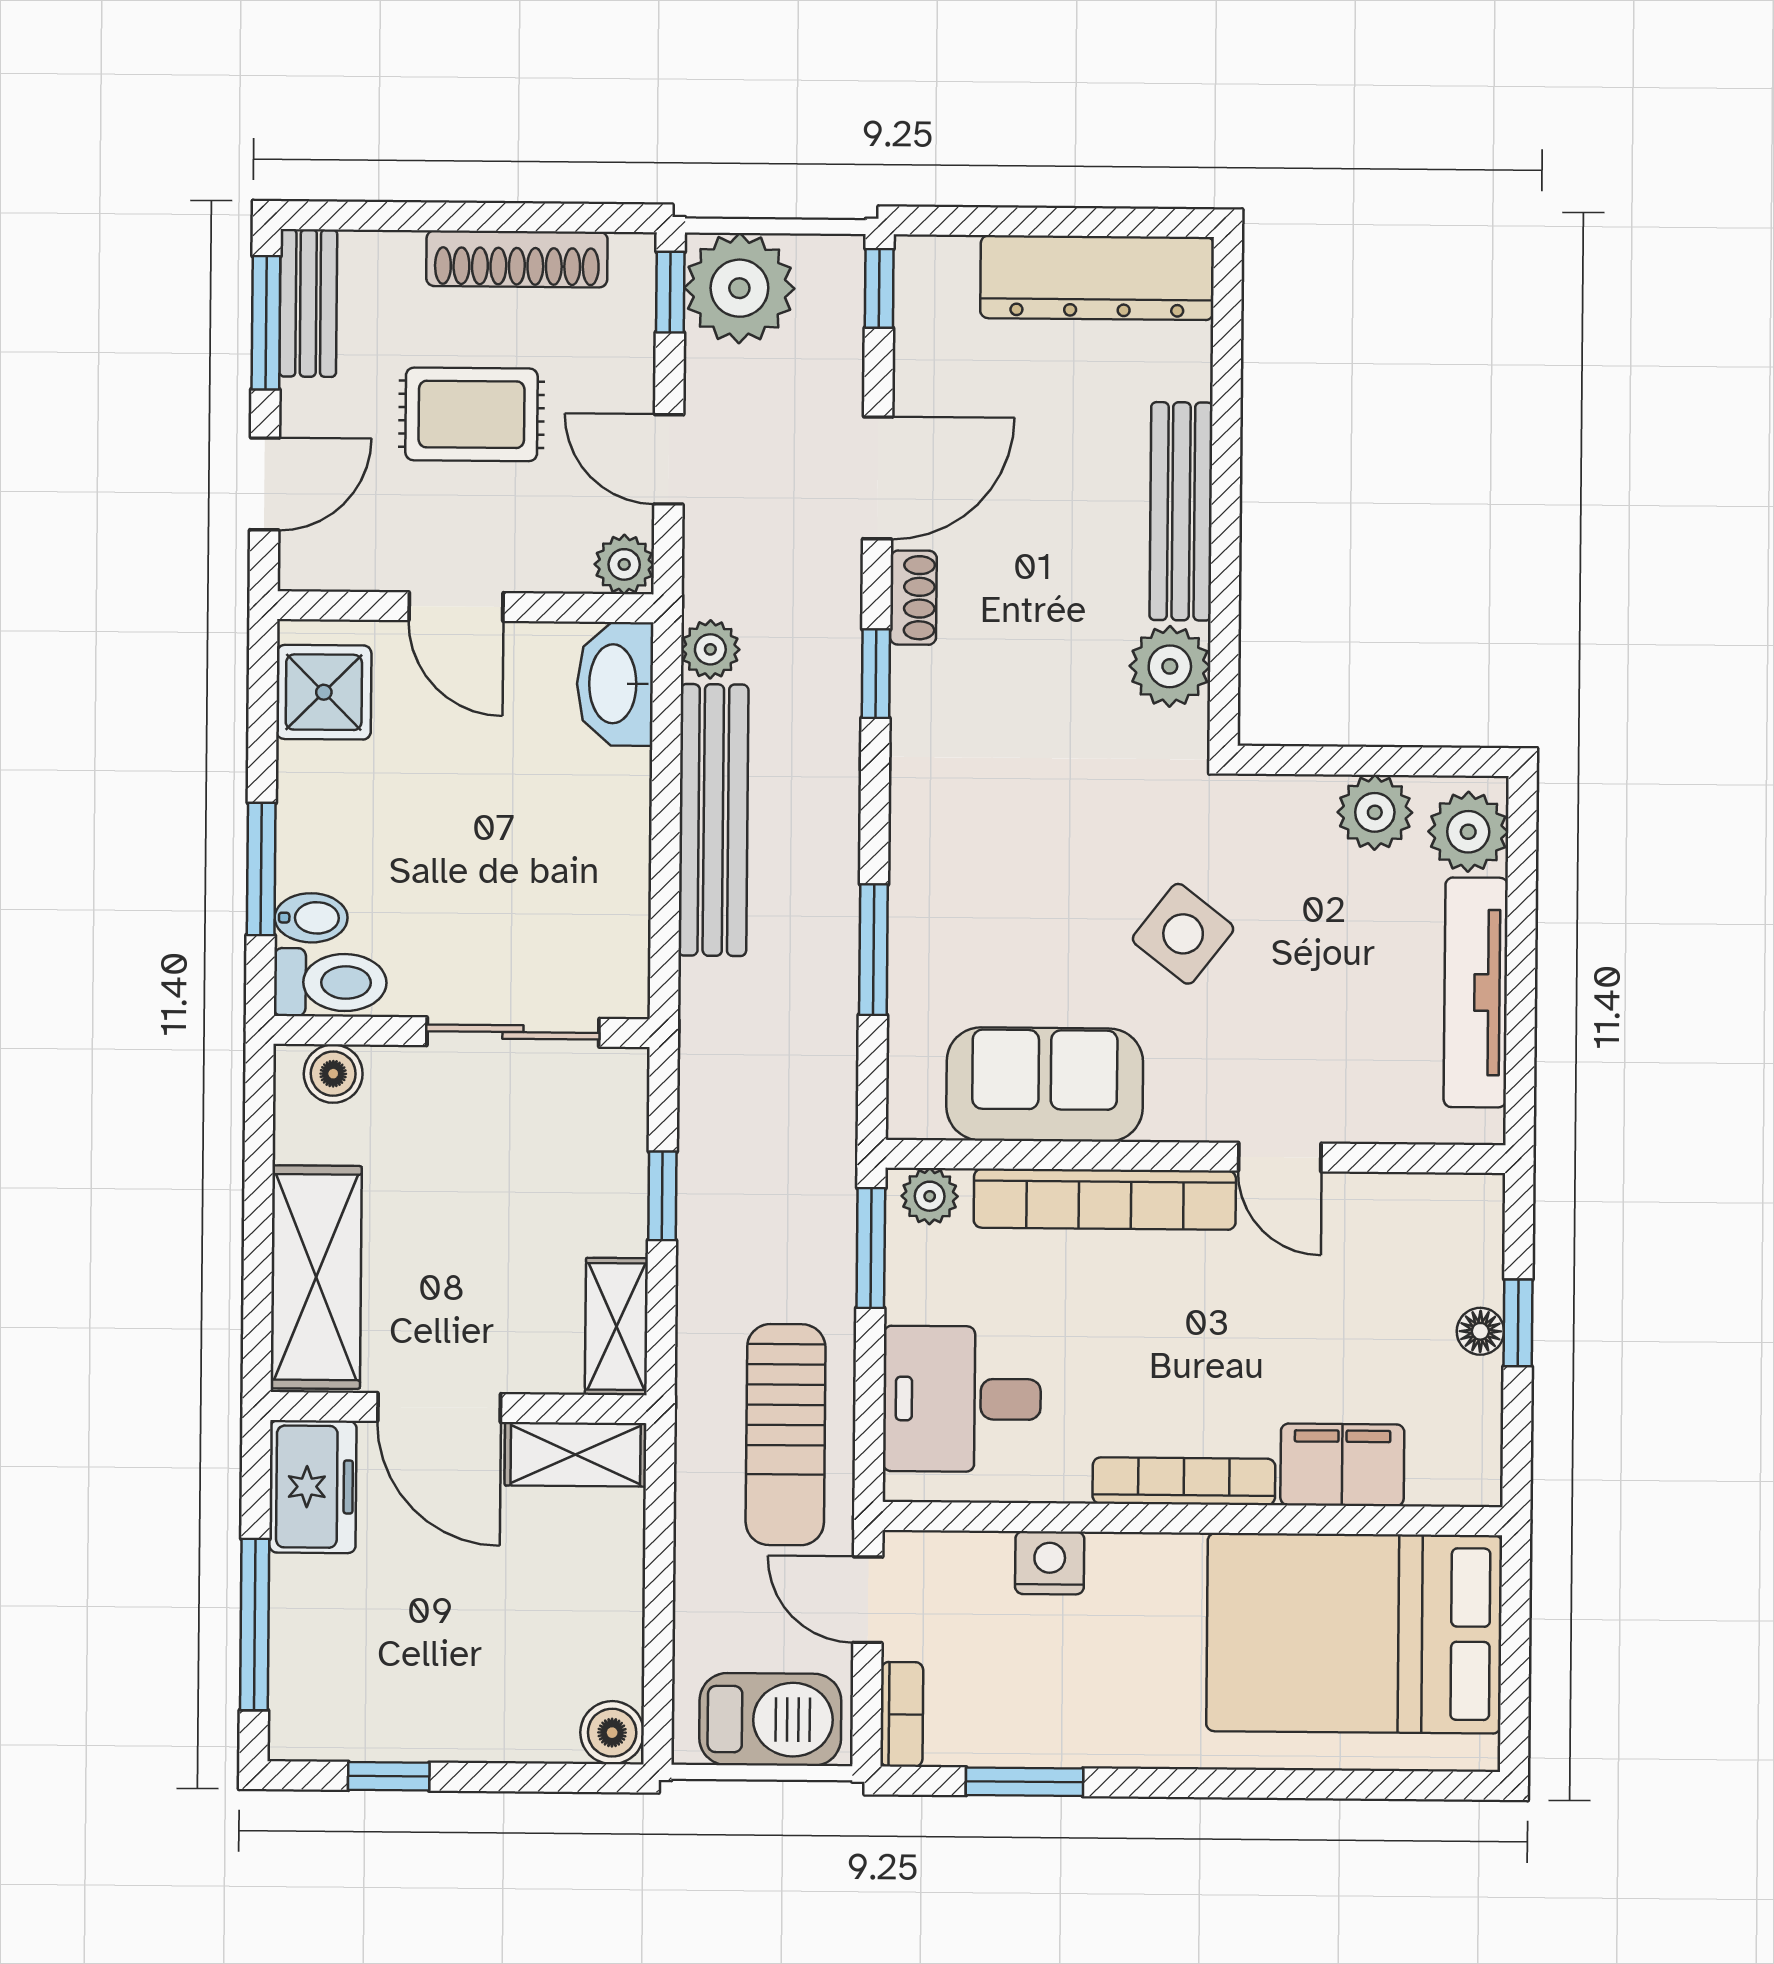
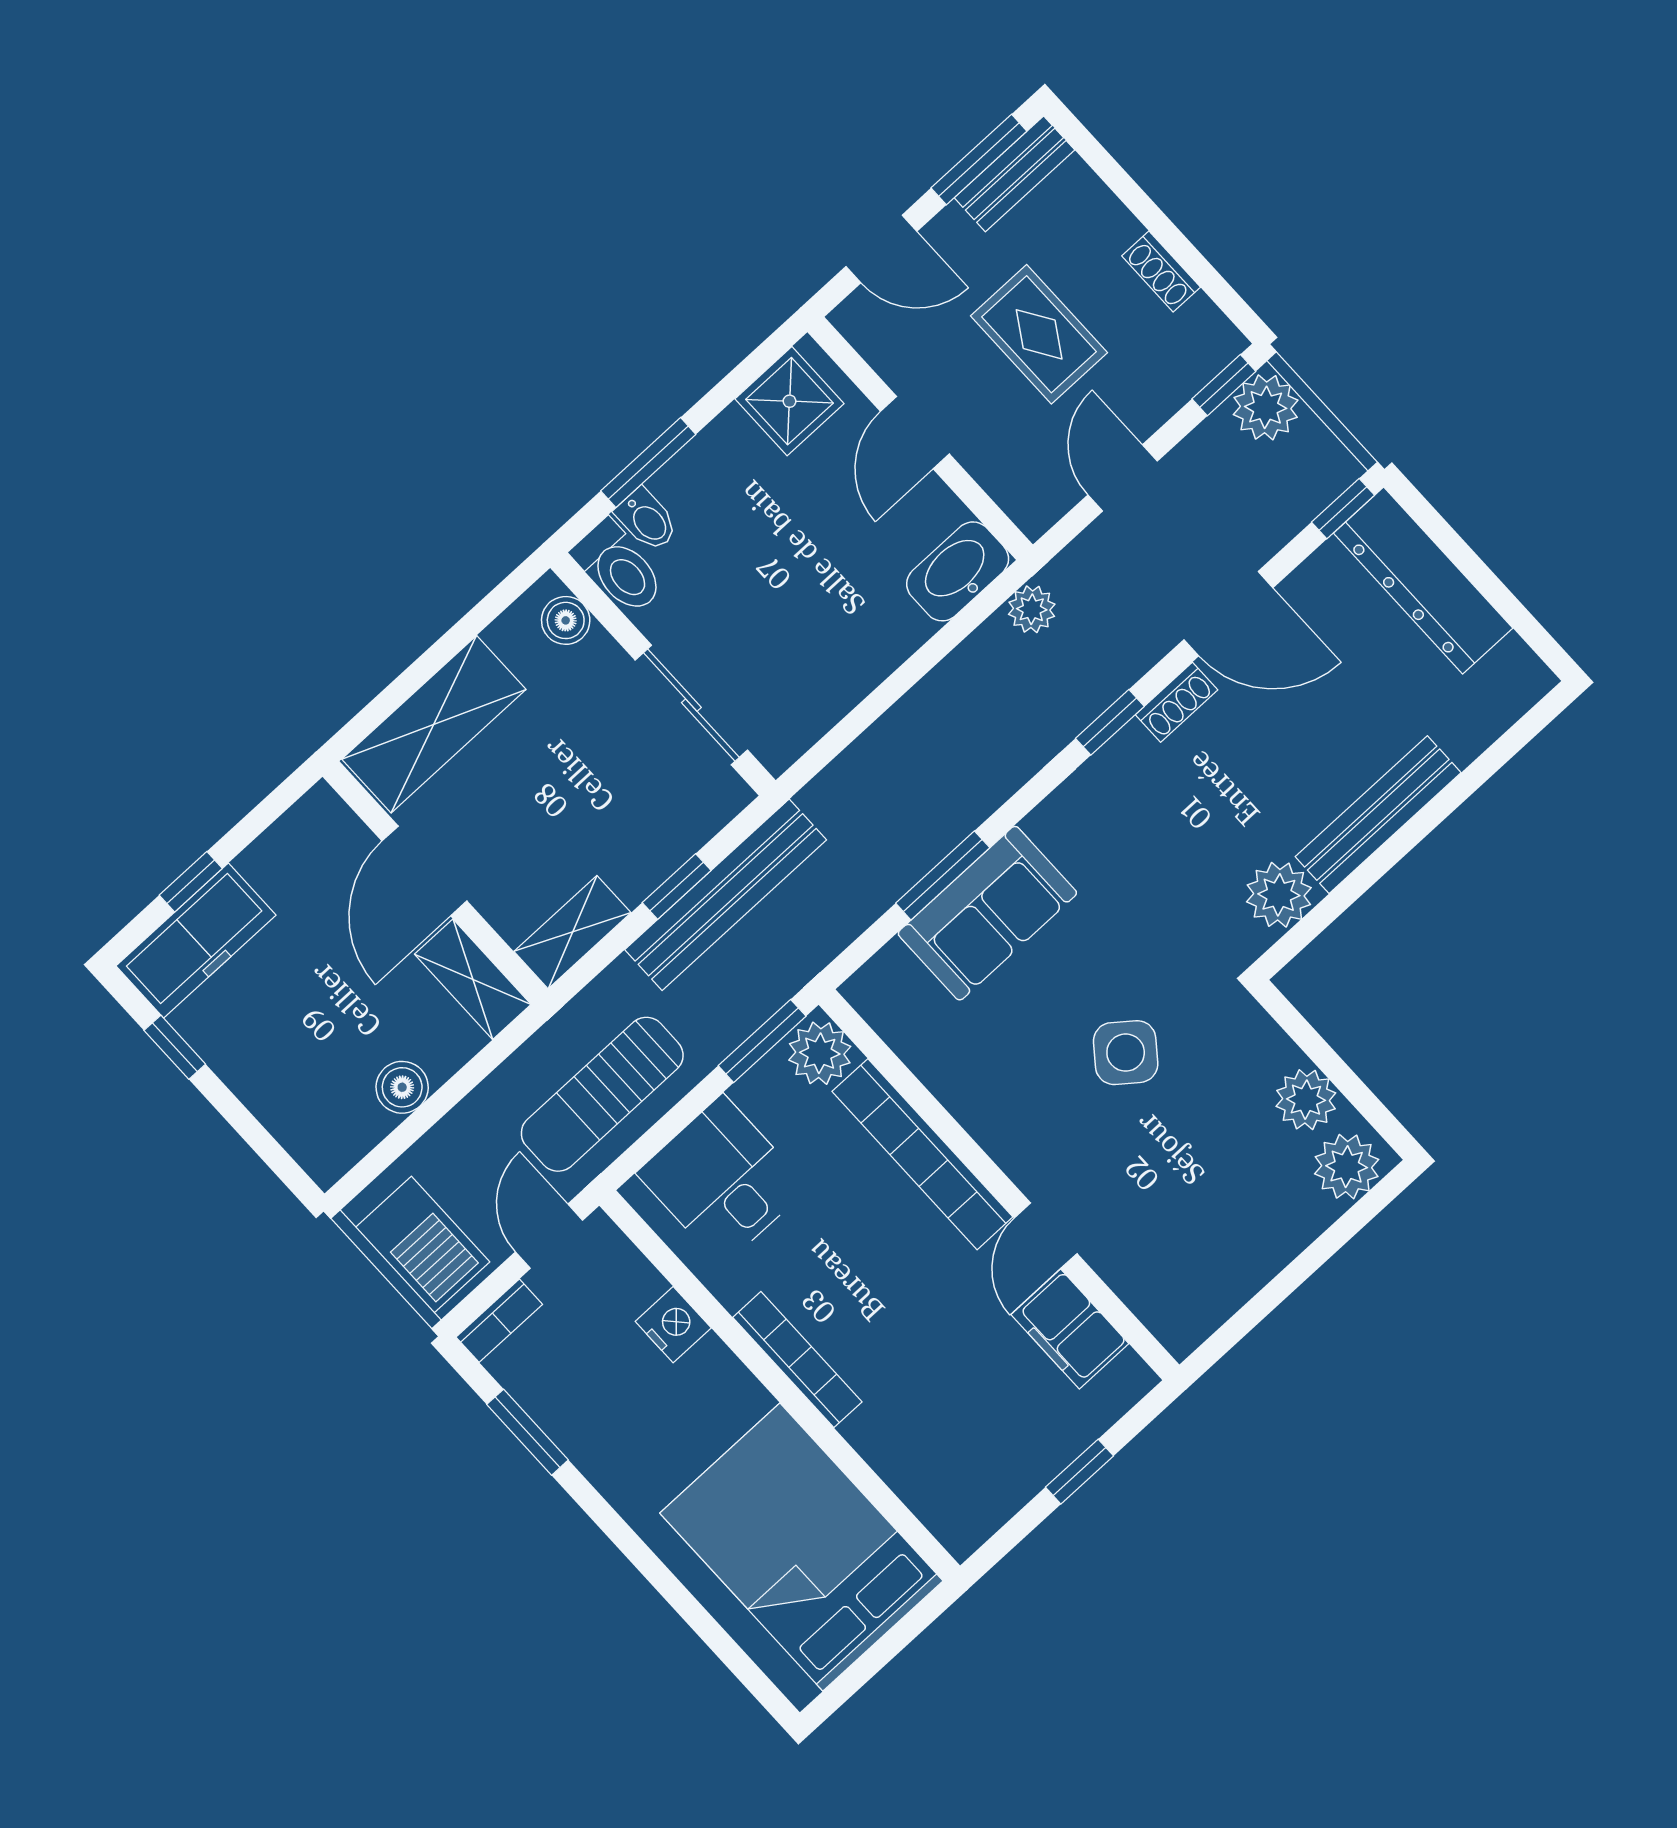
shoe rack: (517, 259) -> (1161, 272), width x0.51, depth x0.81
dresser: (1097, 278) -> (1423, 581), moved
plant: (739, 288) -> (1266, 407), width x0.73, depth x0.73
plant: (624, 564) -> (1034, 510), removed
bench: (713, 820) -> (726, 895), moved
tv unit: (1476, 992) -> (1254, 1261), removed
sofa: (1045, 1084) -> (987, 913), moved, turned 90
plant: (930, 1196) -> (820, 1053), width x1.38, depth x1.38
floor lamp: (1480, 1331) -> (1053, 1454), removed
filing cabinet: (1342, 1465) -> (1070, 1329), moved, turned 180
freezer: (313, 1487) -> (196, 941), moved, width x1.40
window: (255, 1625) -> (191, 882), width x0.46
boiler: (612, 1733) -> (402, 1087), moved

